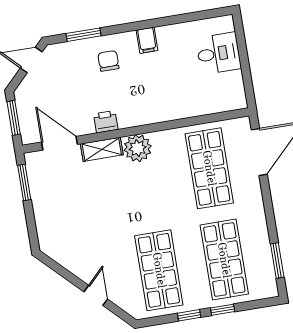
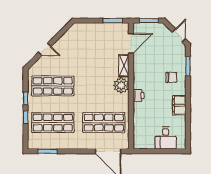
filing cabinet: (147, 40) -> (179, 105), width x2.00
printer: (106, 122) -> (139, 95), moved

